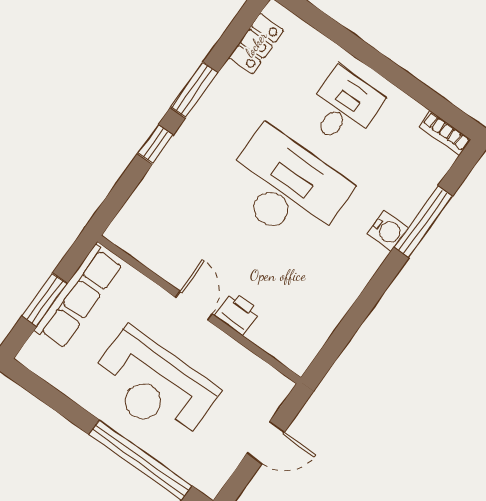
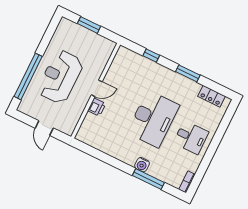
window: (155, 144) -> (151, 55), moved
row of seats: (79, 297) -> (93, 39), removed

